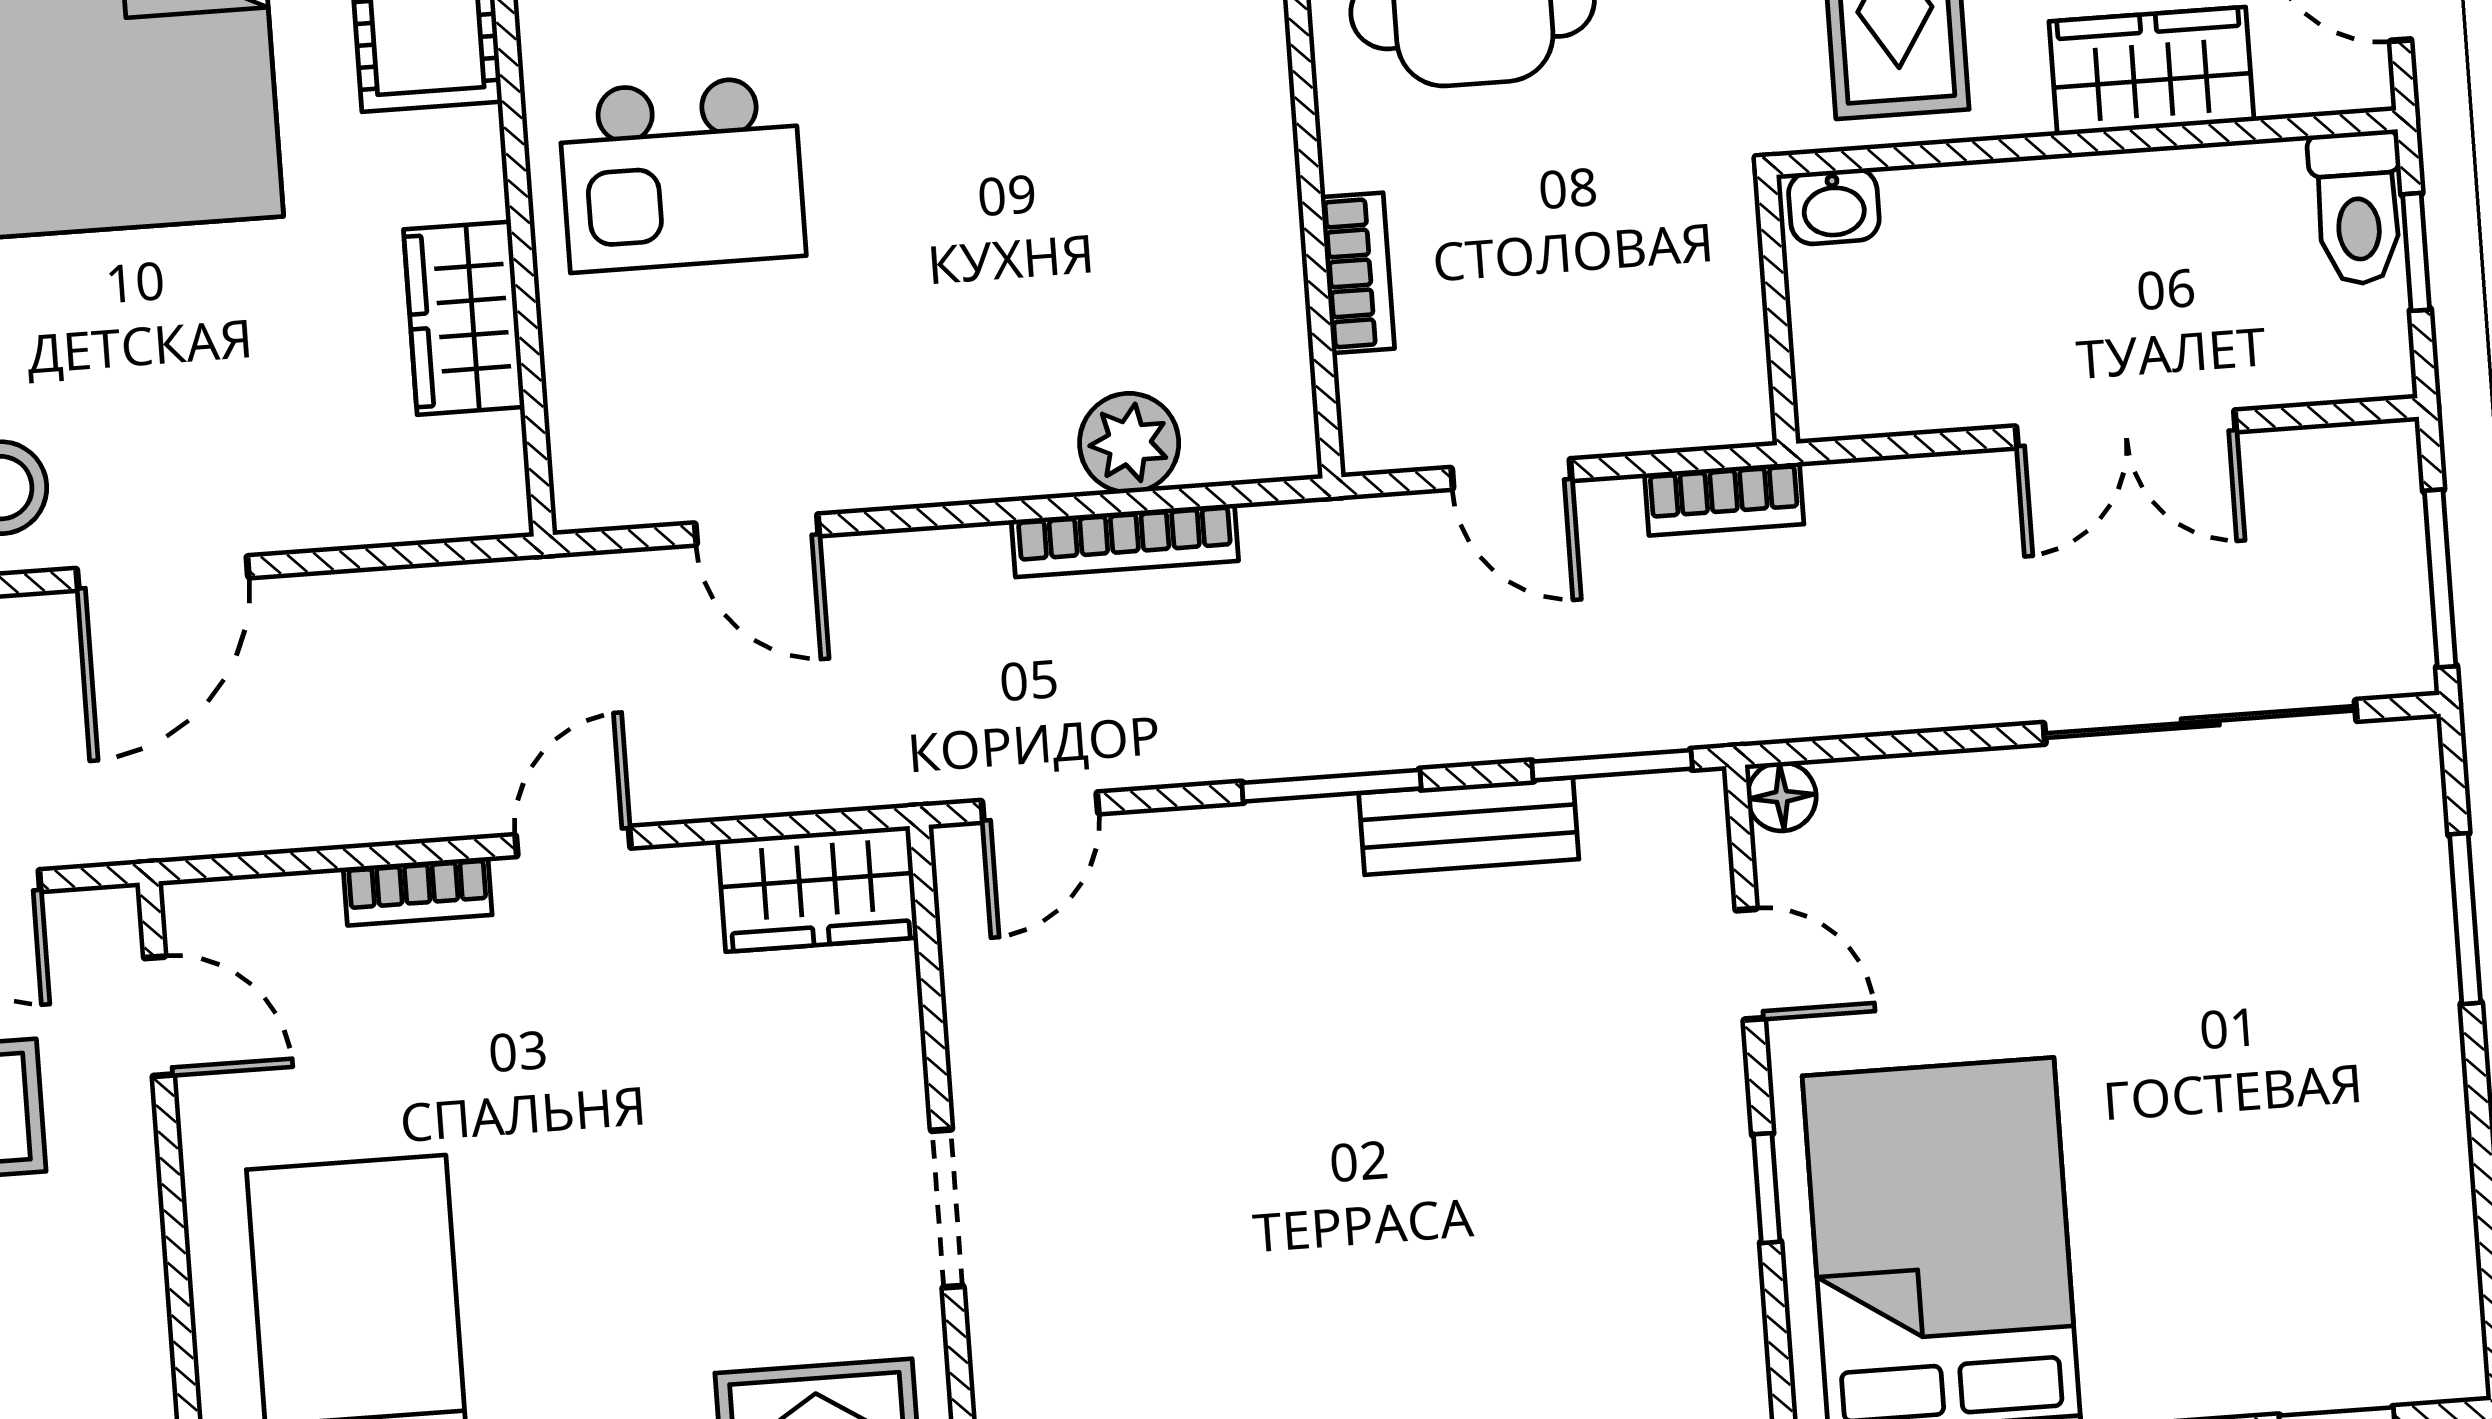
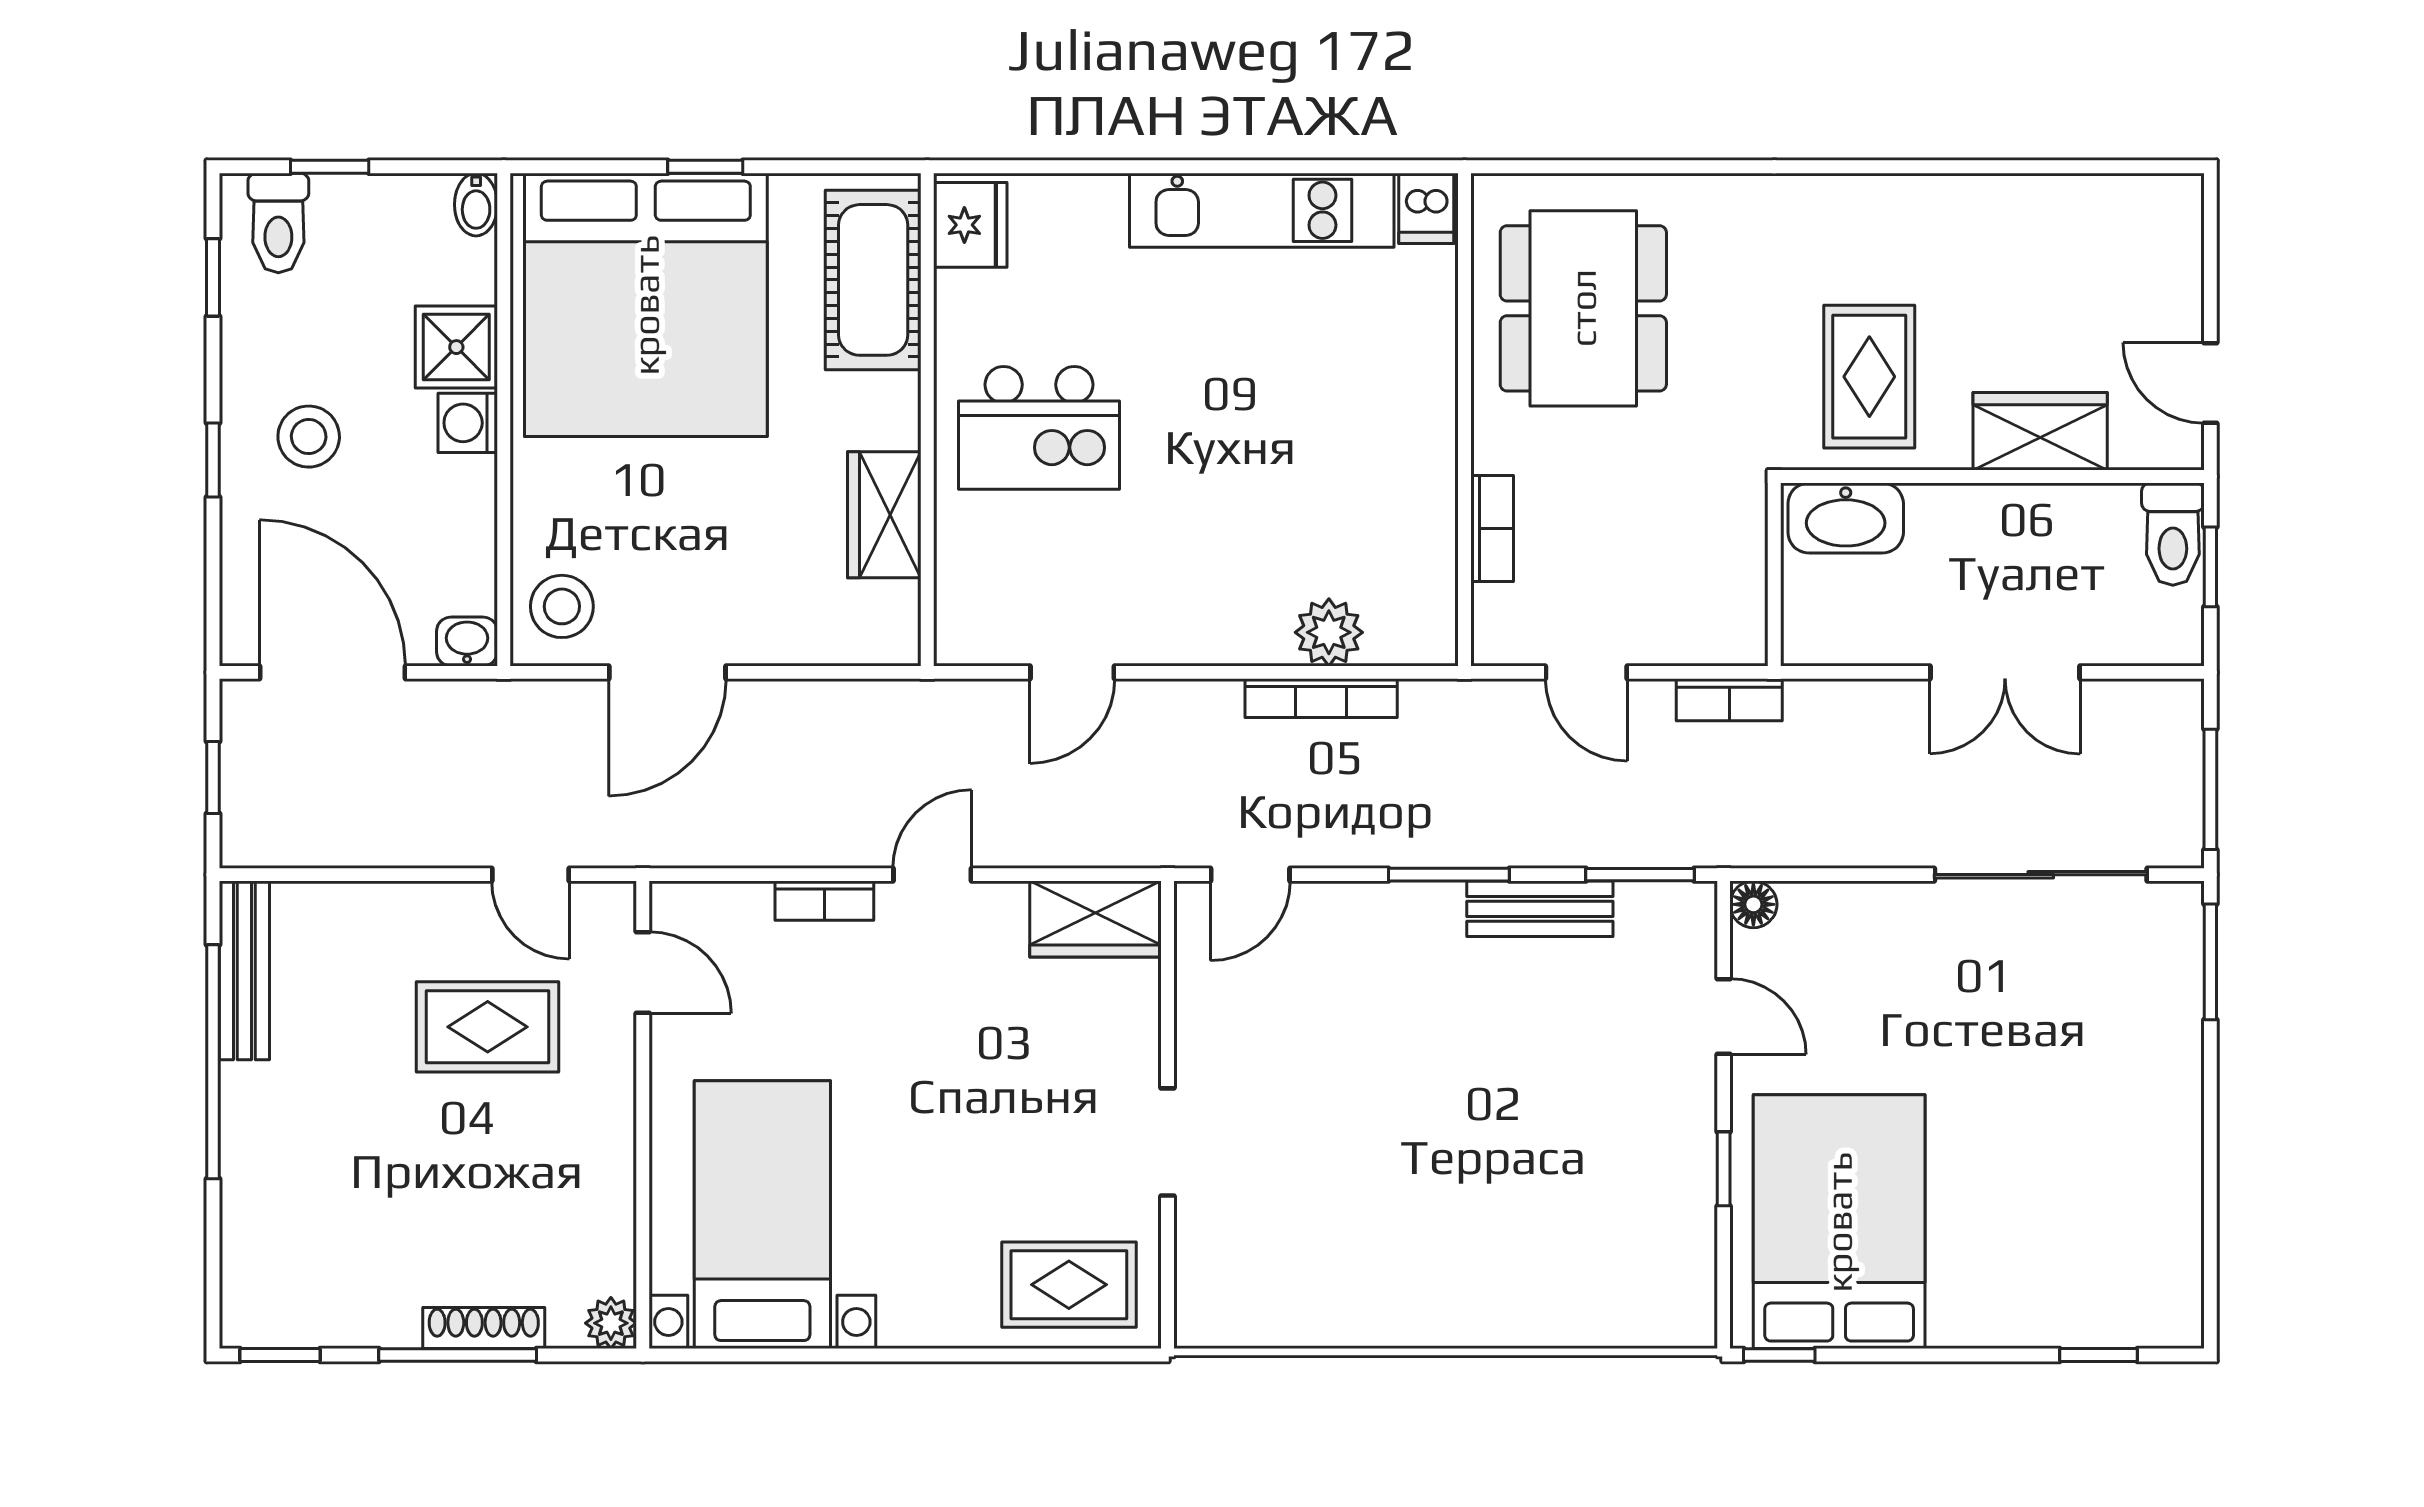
washbasin: (1834, 206) -> (1846, 518), width x1.91, depth x1.45
door: (757, 529) -> (1072, 672), hinge flipped
window: (2465, 919) -> (2210, 962), moved

